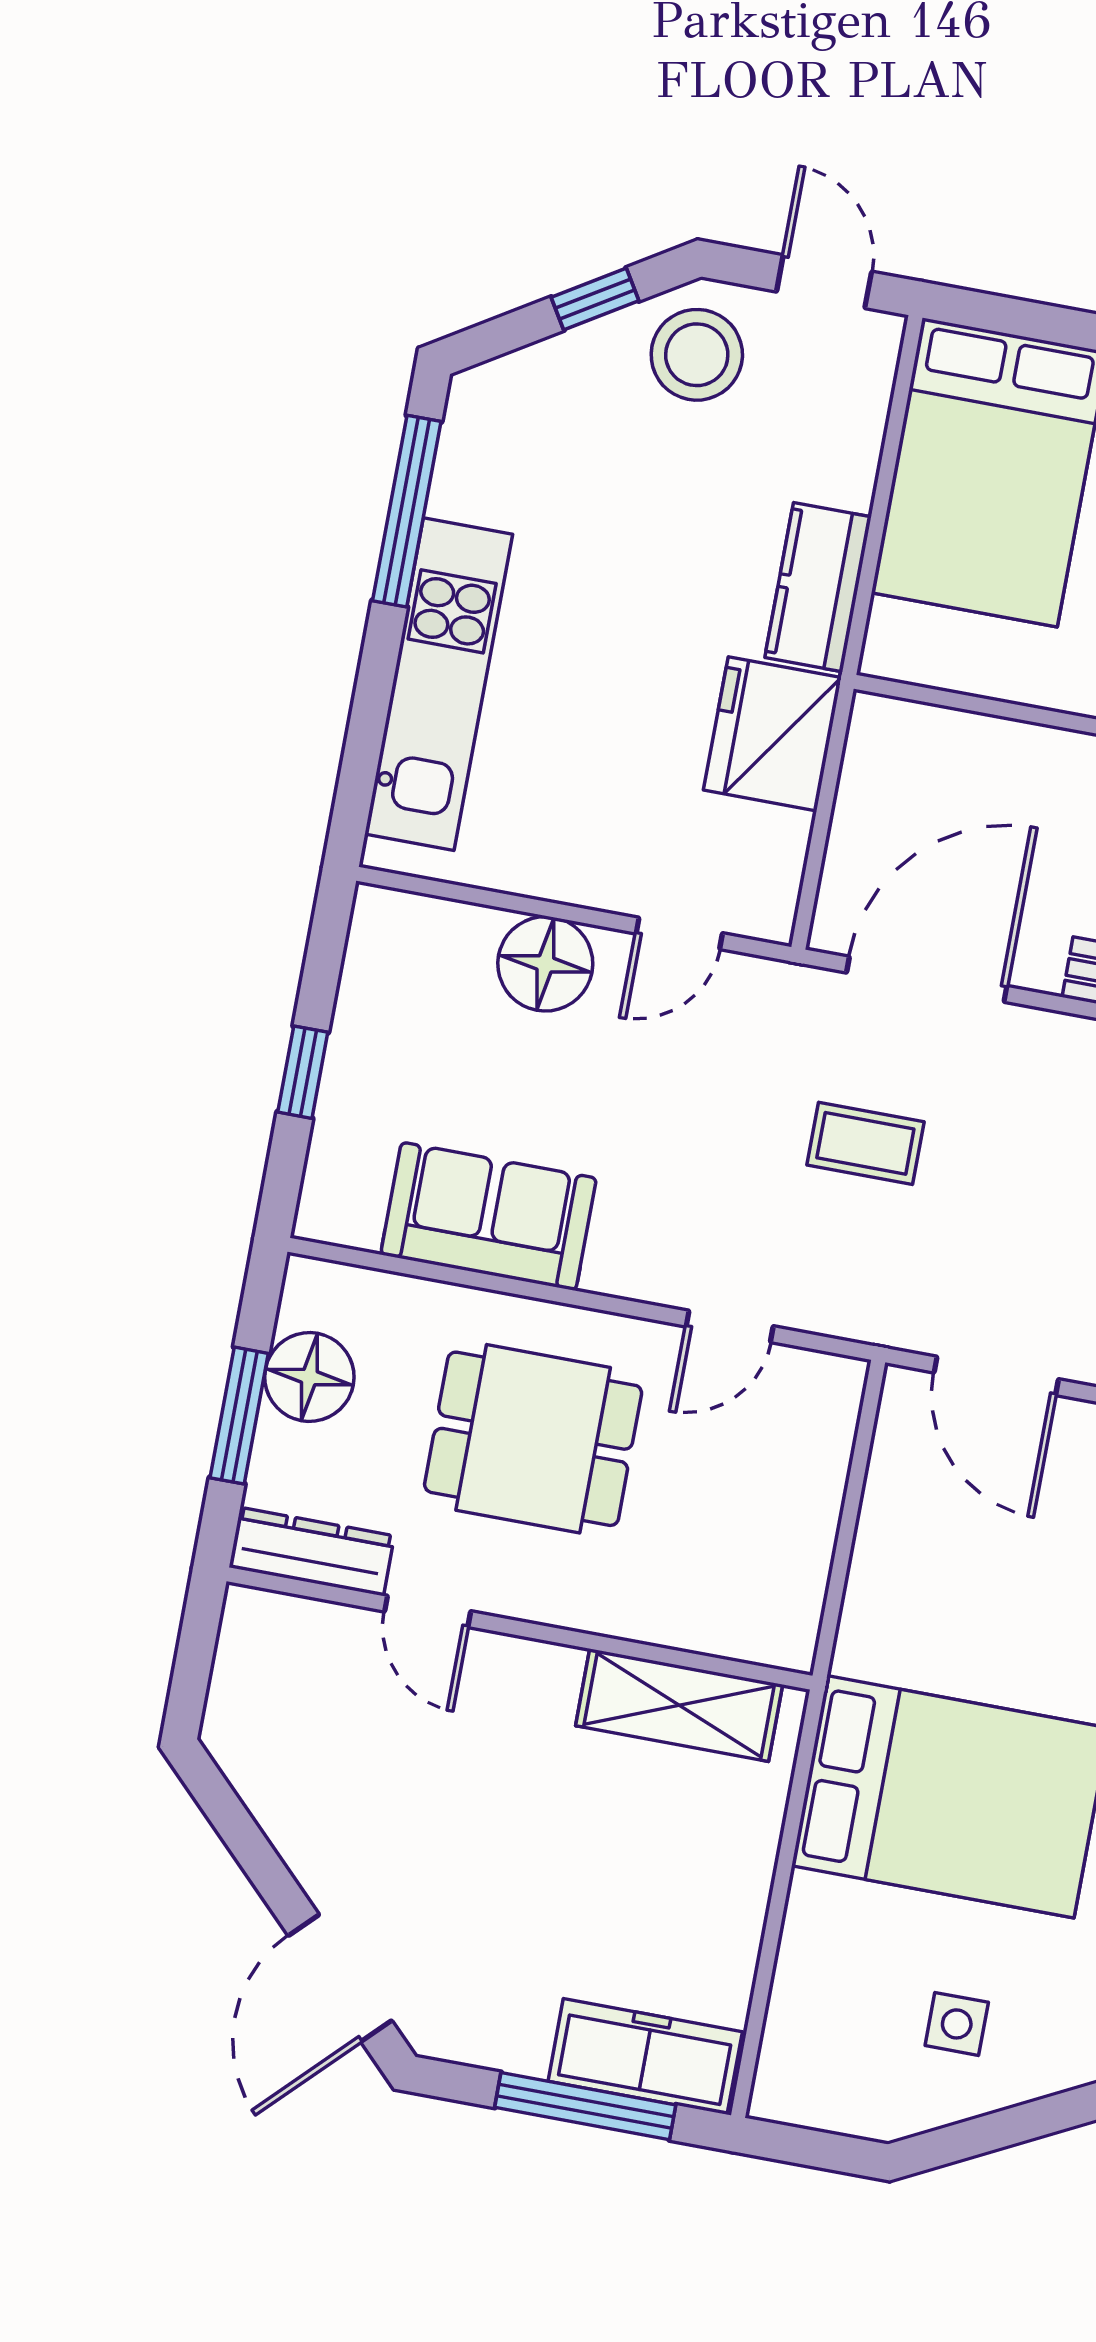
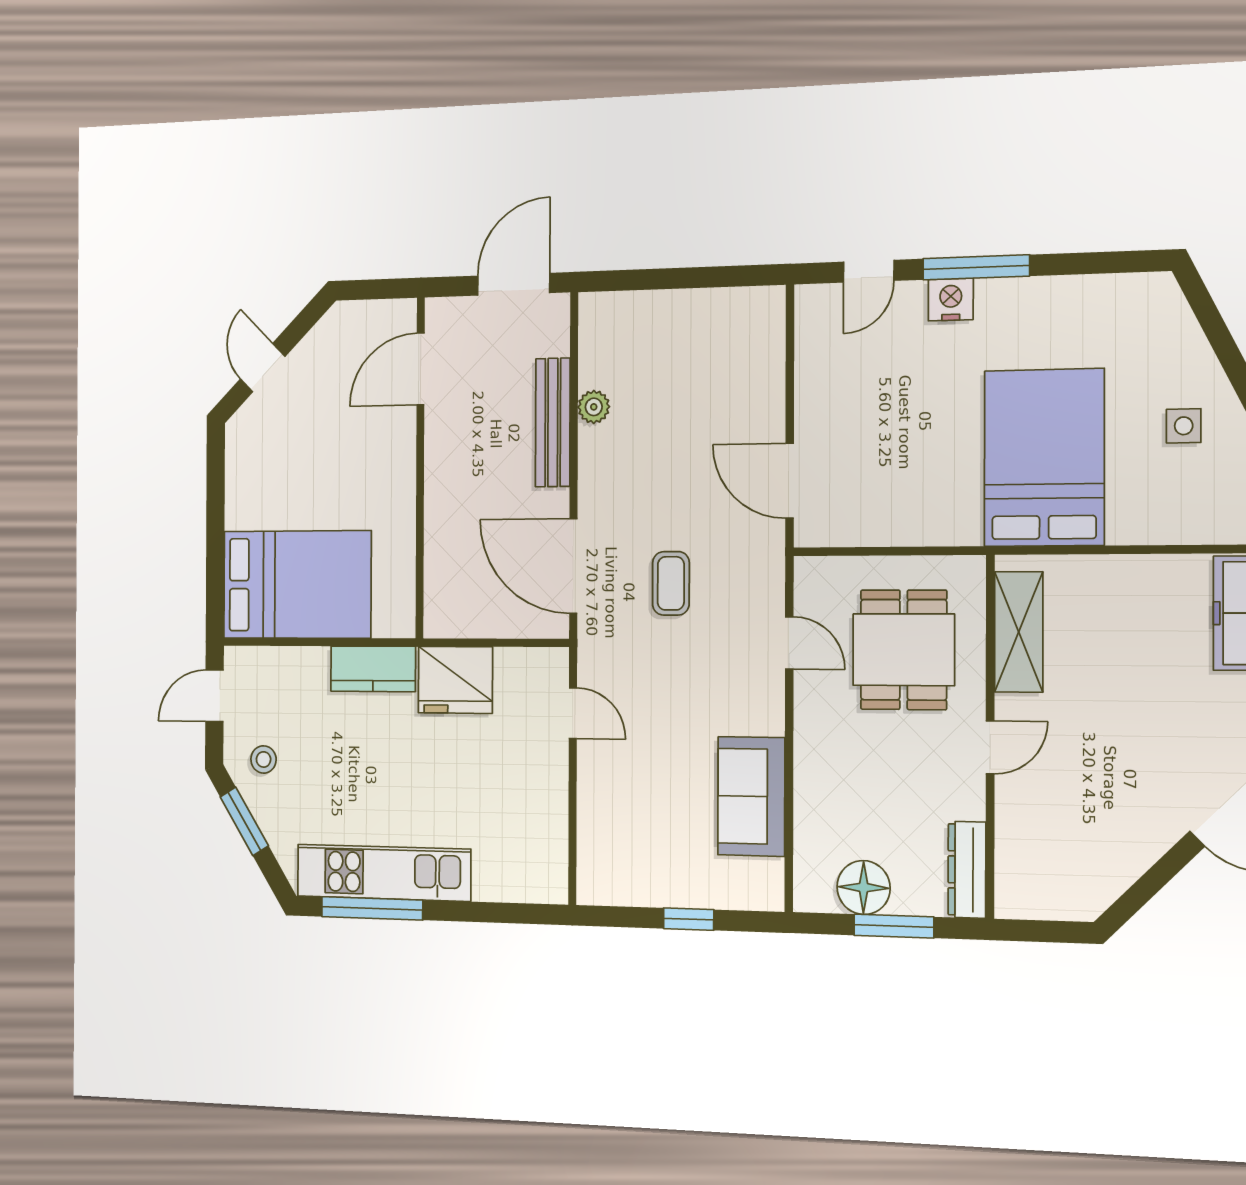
window: (595, 299) -> (244, 821), width x1.50
stool: (697, 355) -> (264, 759), width x0.53, depth x0.53
kitchen unit: (439, 684) -> (384, 873), moved
floor lamp: (545, 964) -> (603, 788), removed
door: (996, 1376) -> (790, 481), swing flipped
dining table: (533, 1439) -> (904, 650), moved
door: (428, 1611) -> (990, 747), moved

